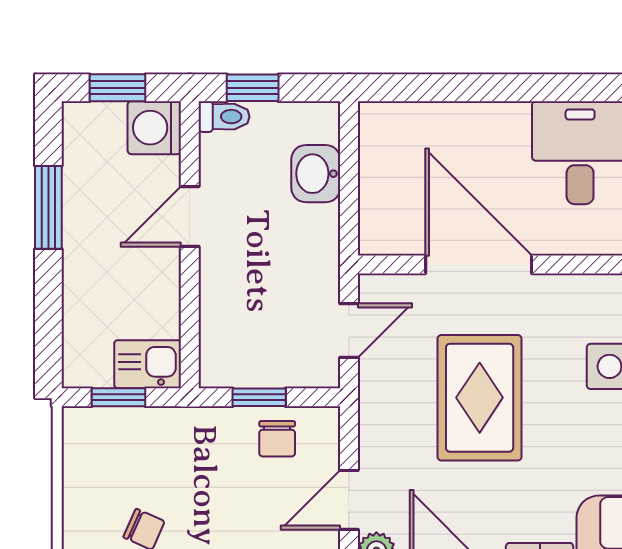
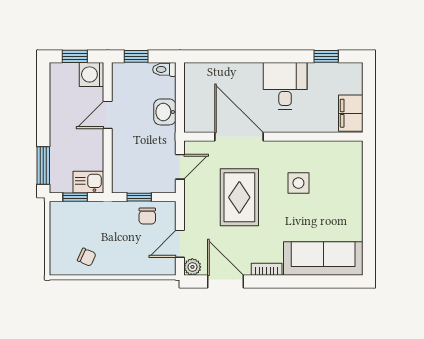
toilet: (224, 117) -> (164, 69), moved, turned 180
washbasin: (316, 174) -> (165, 112), moved
window: (48, 207) -> (43, 165), moved

